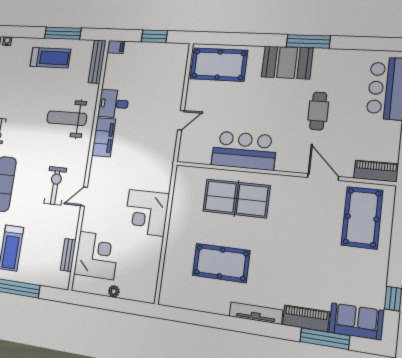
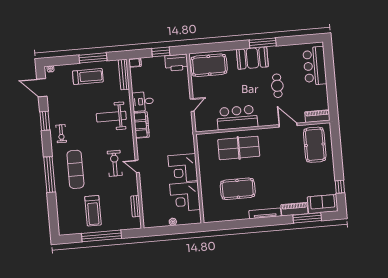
printer: (172, 54) -> (176, 63), added
door: (84, 197) -> (137, 166), hinge flipped
corner desk: (97, 255) -> (185, 197), moved, turned 180

